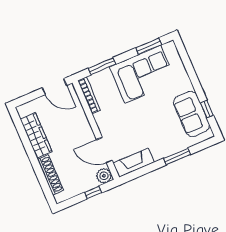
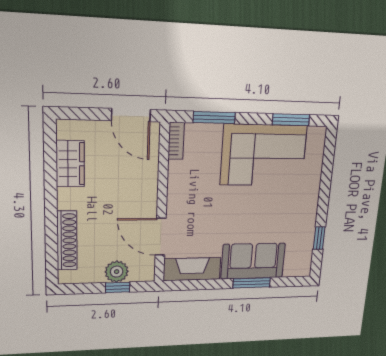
bookcase: (89, 95) -> (176, 141), width x0.64
sofa: (191, 114) -> (253, 261), moved, turned 90
wardrobe: (36, 135) -> (70, 164), width x0.67
plant: (104, 176) -> (117, 272), moved

